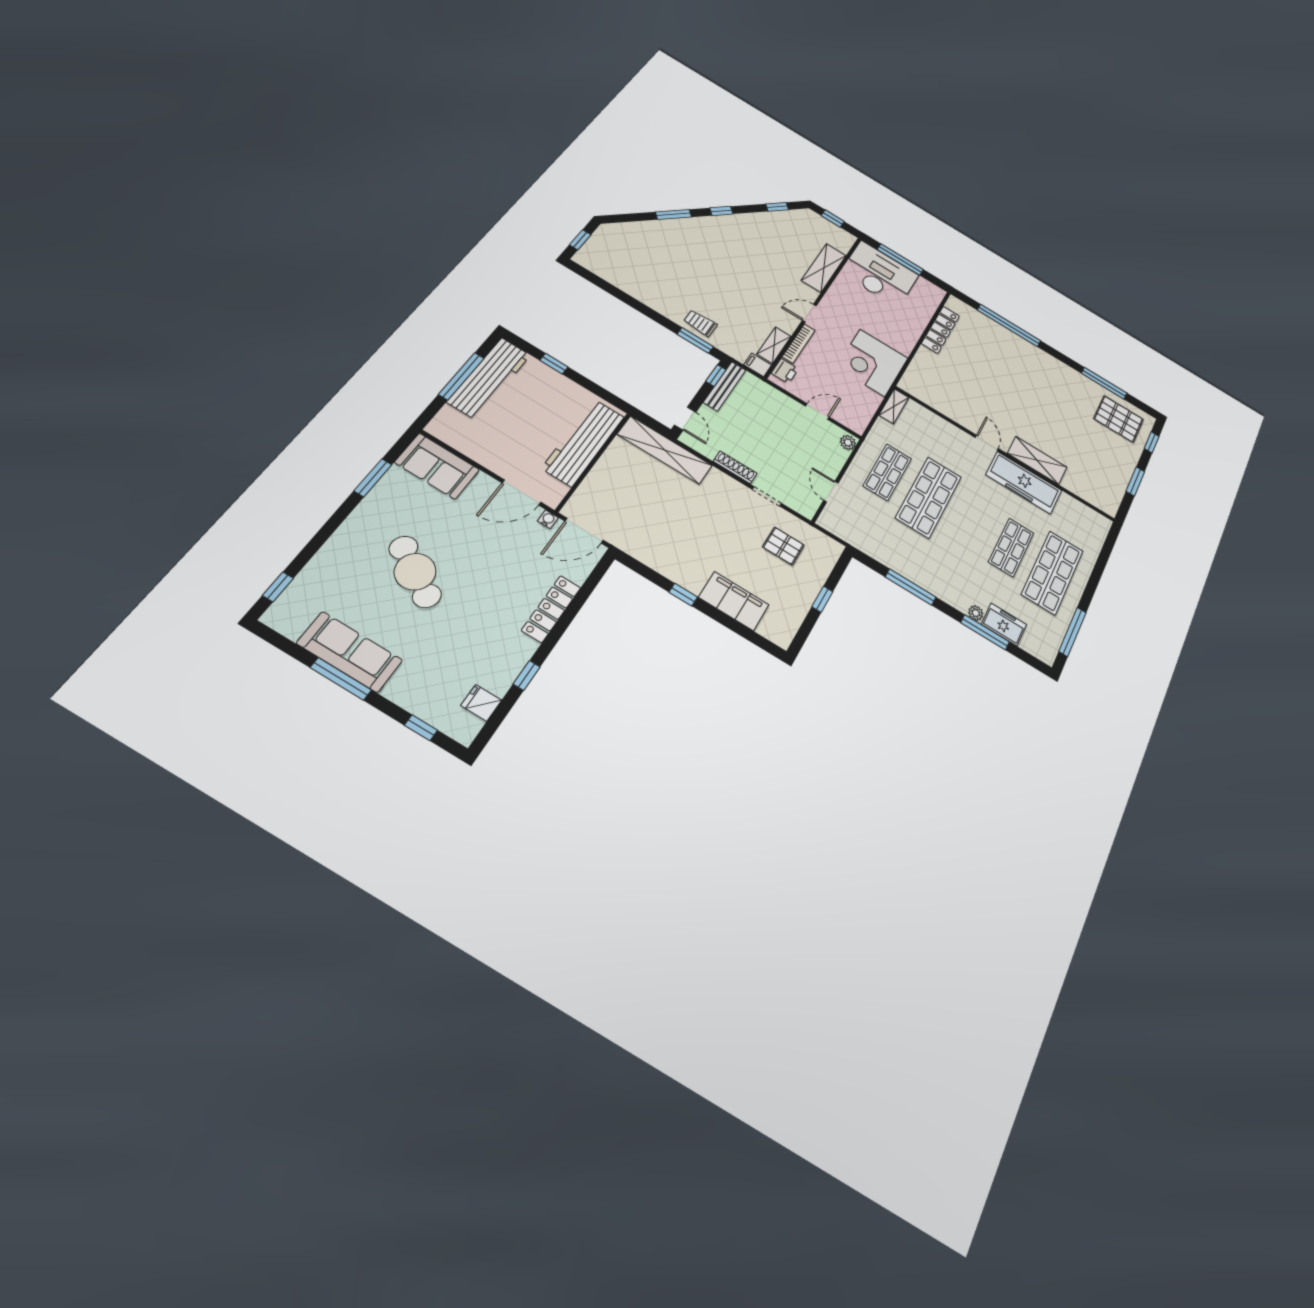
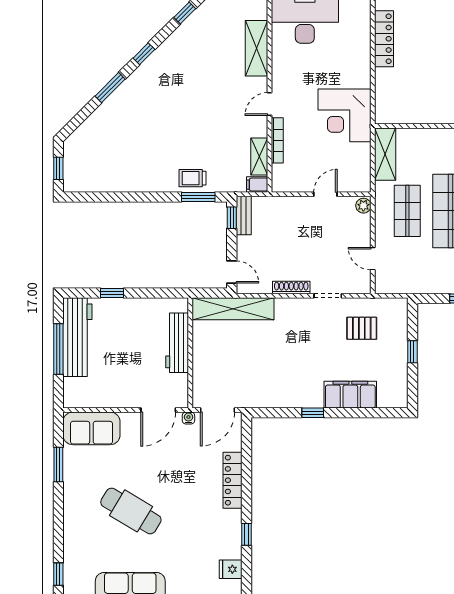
printer: (785, 371) -> (281, 175), removed
bench: (725, 386) -> (244, 215), width x0.73
shelving: (894, 406) -> (385, 154), width x1.50, depth x1.33
workbench: (583, 442) -> (177, 343), width x0.73, depth x0.76

